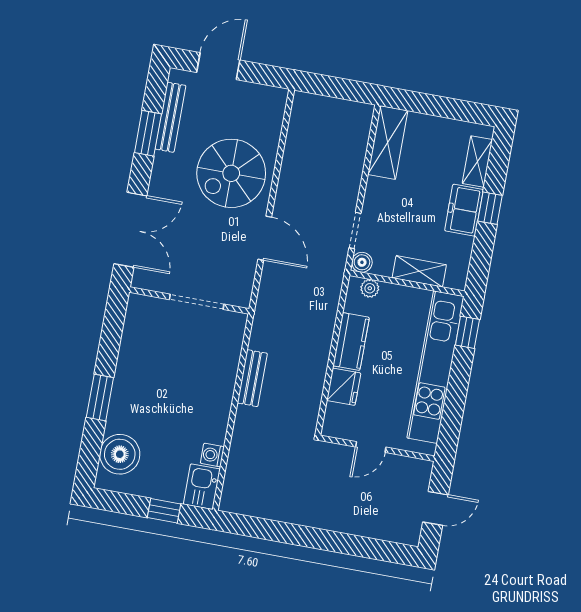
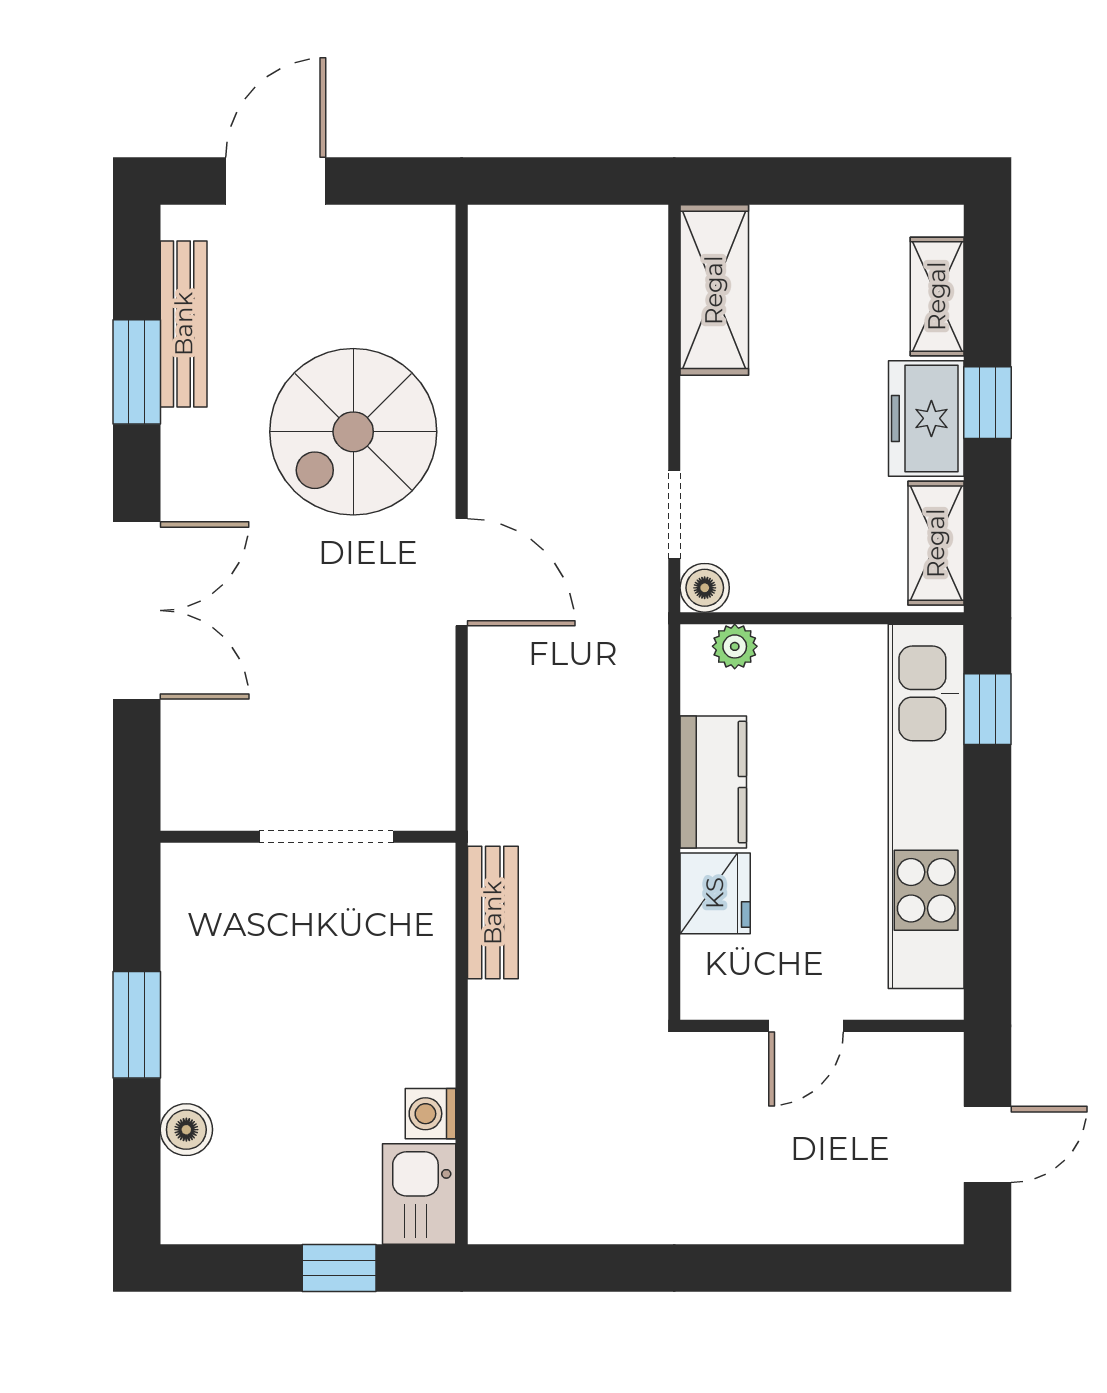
shelving: (419, 271) -> (936, 543), moved, turned 90
wall: (189, 300) -> (308, 837), moved
doorway: (197, 302) -> (326, 837), moved
boiler: (120, 454) -> (186, 1130), width x0.54, depth x0.54

